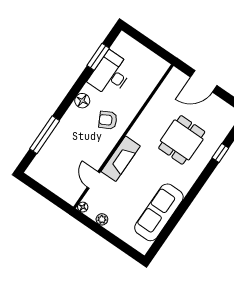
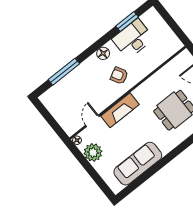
plant: (102, 219) -> (93, 152), width x1.87, depth x1.87

